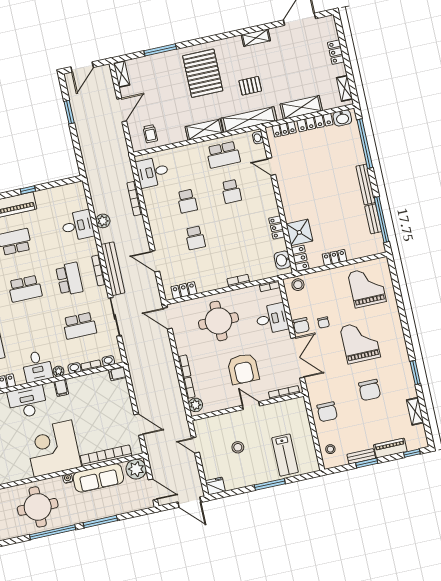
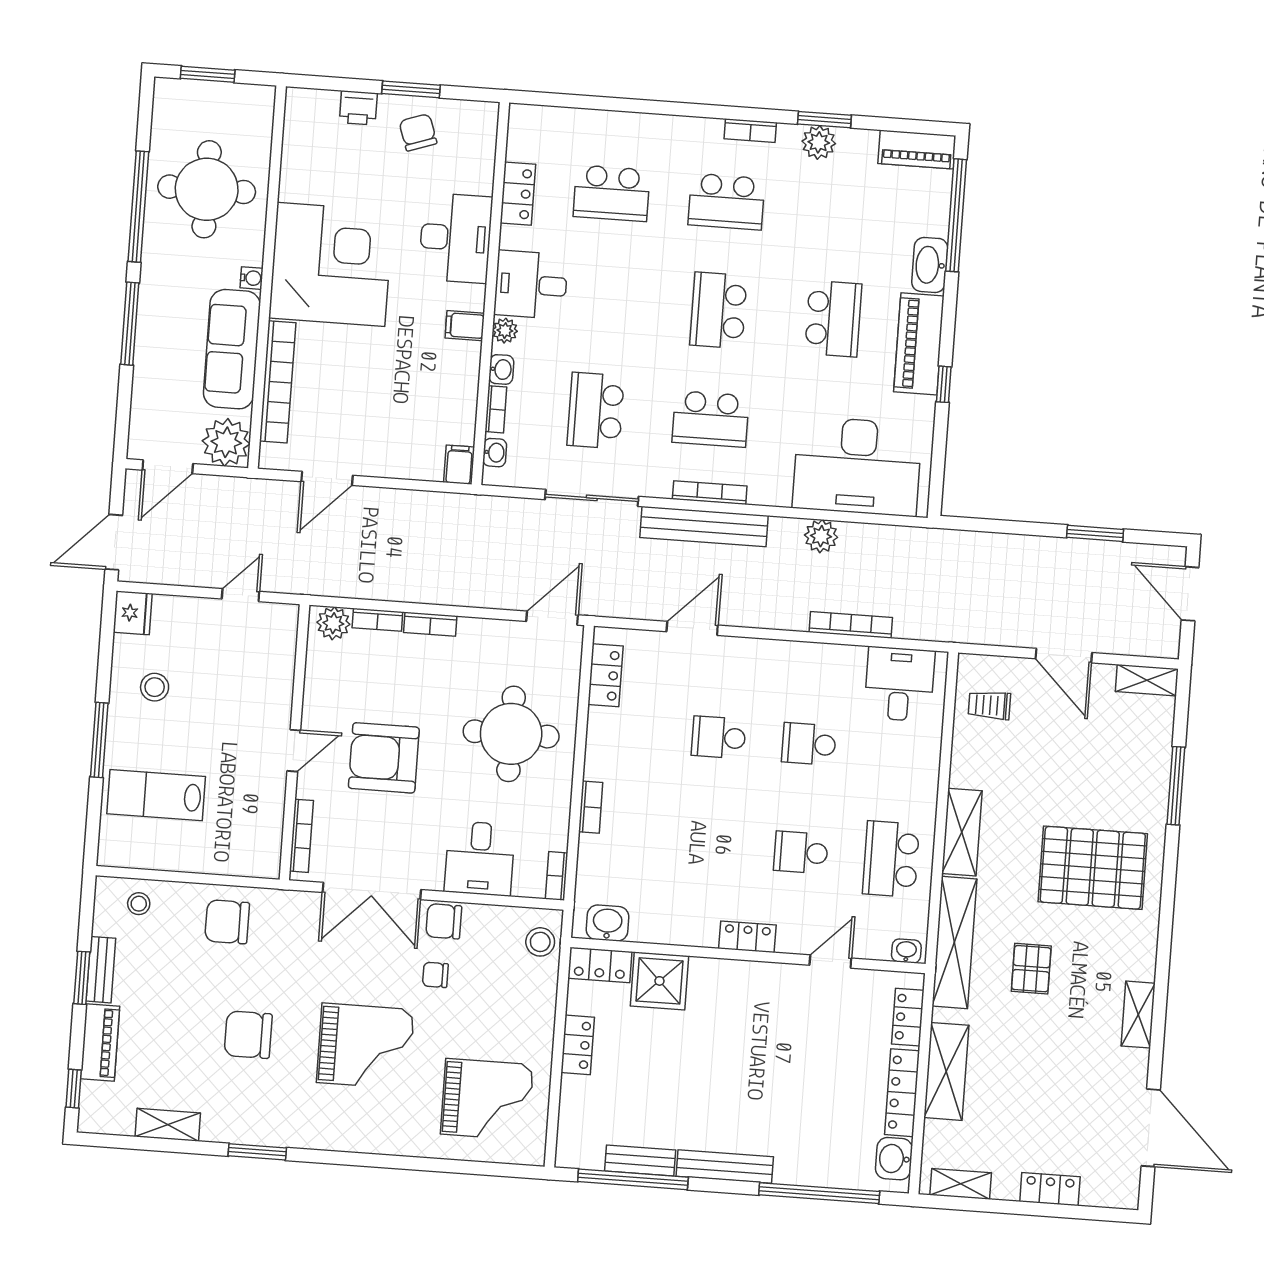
desk: (78, 226) -> (857, 466), width x1.87, depth x1.30
locker: (277, 227) -> (747, 937), moved
stool: (238, 447) -> (155, 687), moved

